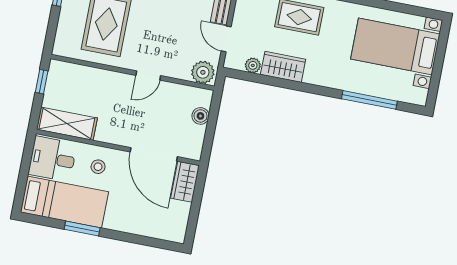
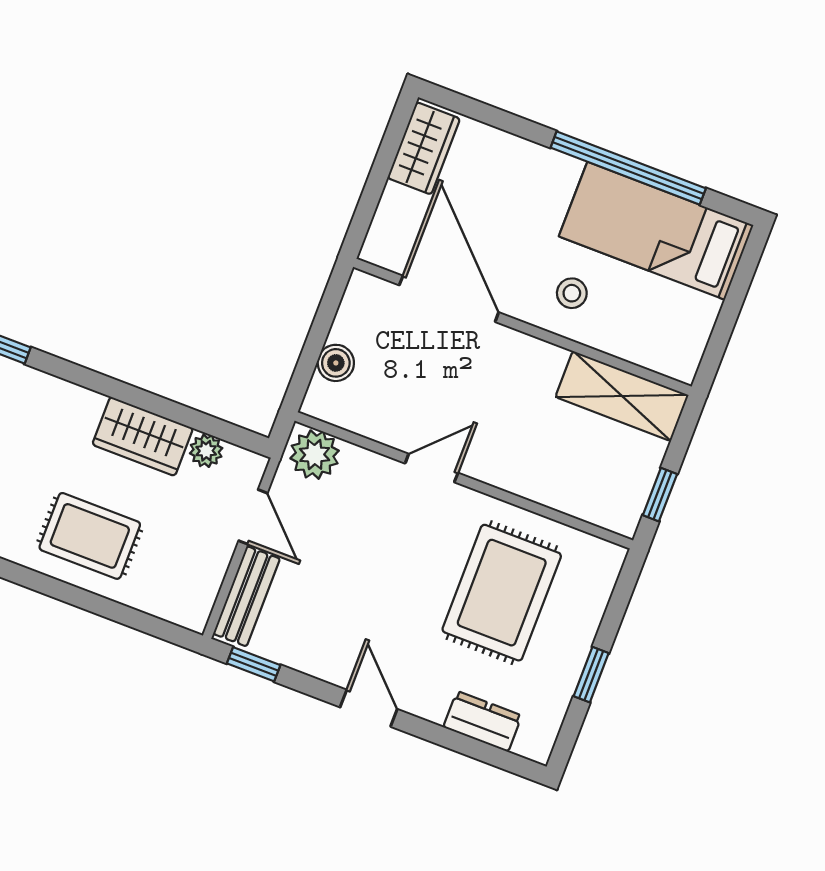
desk: (52, 159) -> (665, 327), removed
wardrobe: (185, 182) -> (424, 148), moved
window: (82, 229) -> (628, 168), width x2.11

